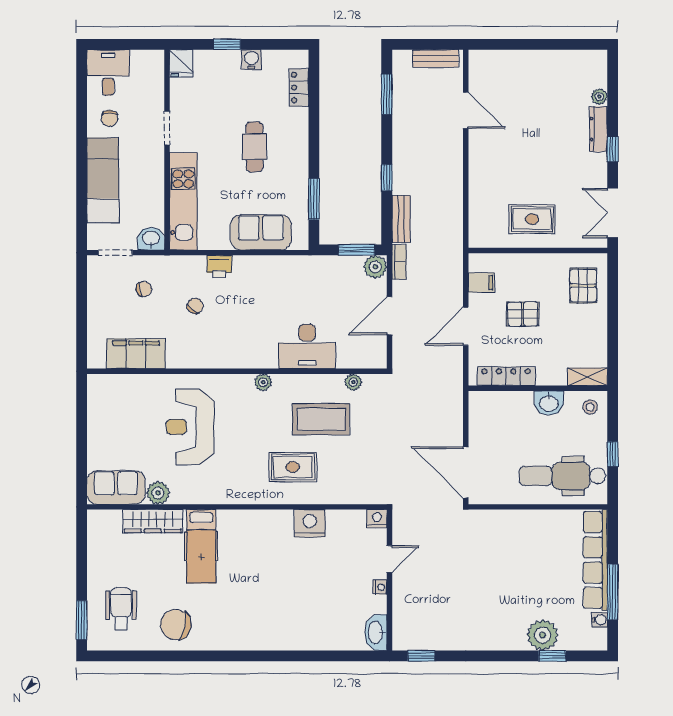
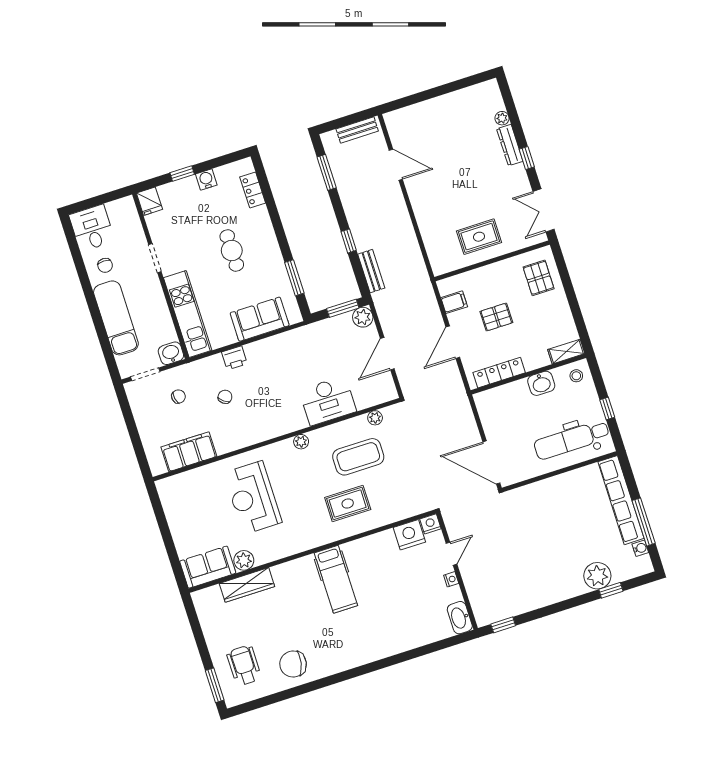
bookcase: (399, 262) -> (381, 307), removed
nightstand: (310, 523) -> (409, 535), moved
hospital bed: (201, 546) -> (336, 579), moved

